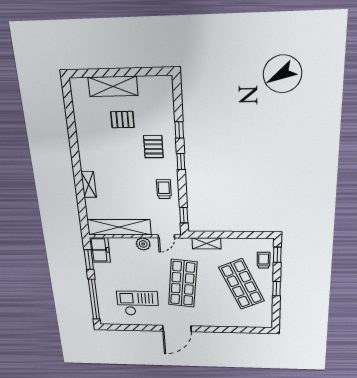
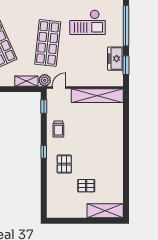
shelving: (113, 86) -> (105, 211), moved
window: (179, 130) -> (44, 177), removed
shelving: (89, 185) -> (118, 133), removed
plant: (143, 244) -> (45, 80), moved
freezer: (100, 250) -> (115, 59), moved

